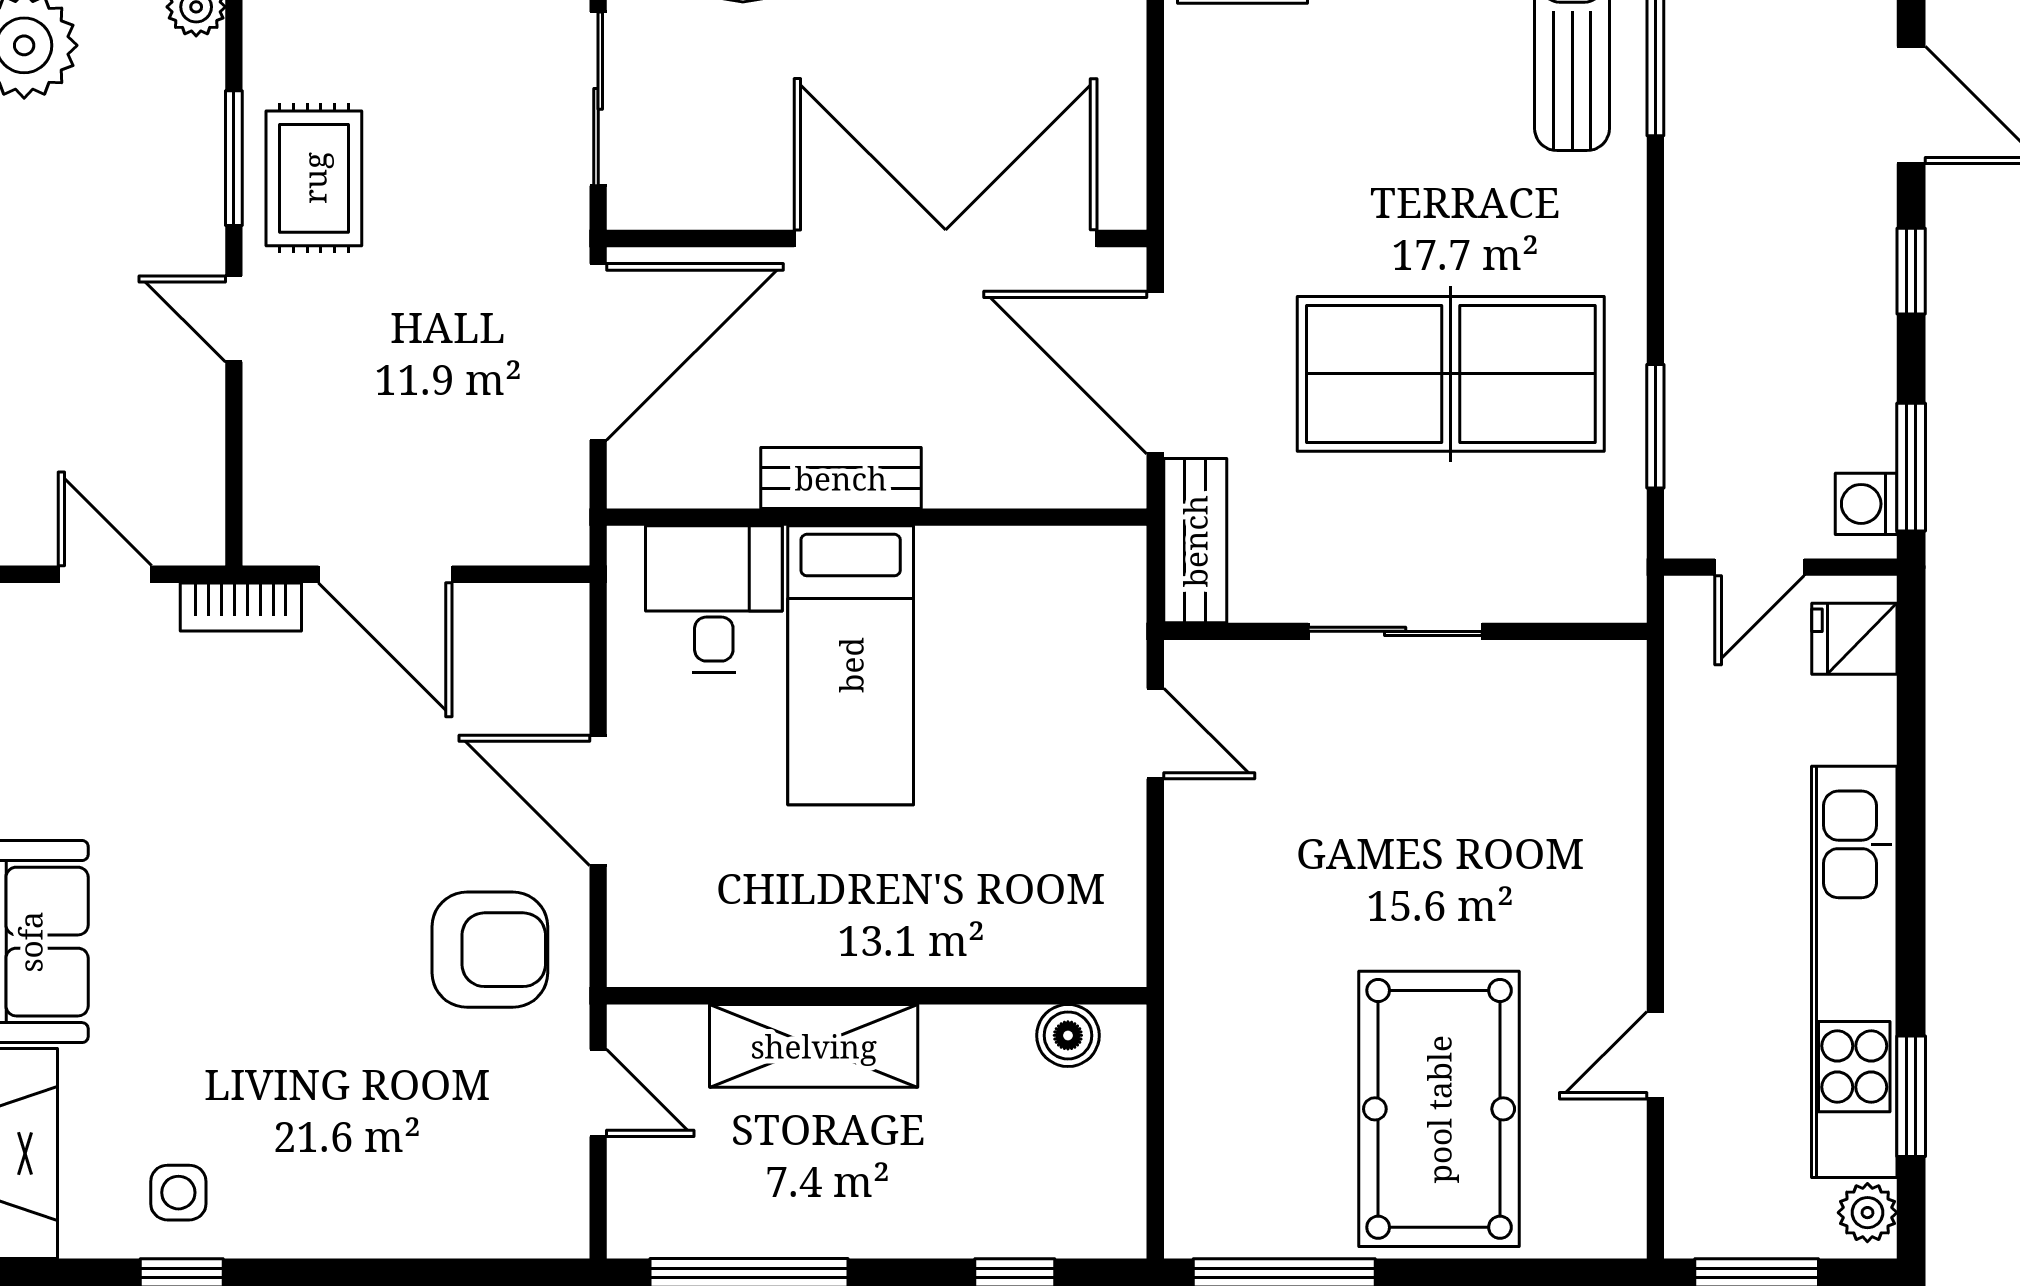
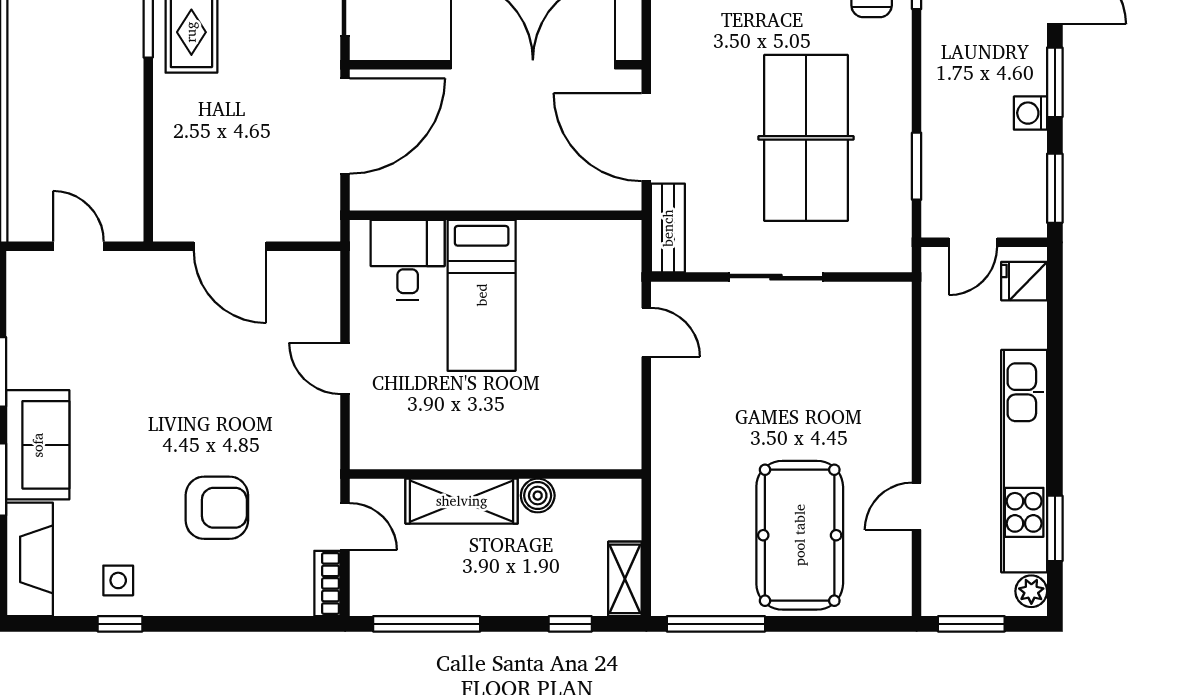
window: (1911, 271) -> (1055, 82), width x1.50
door: (234, 319) -> (148, 108), removed
table tennis table: (1451, 374) -> (806, 138), turned 90
bench: (841, 478) -> (476, 194), removed
washing machine: (1866, 504) -> (1031, 113), moved
bookcase: (241, 607) -> (327, 583), moved, turned 90
door: (598, 800) -> (345, 368), width x0.73
armchair: (490, 950) -> (217, 508), moved
boiler: (1068, 1035) -> (538, 496), moved
shelving: (1116, 1190) -> (625, 579), added

